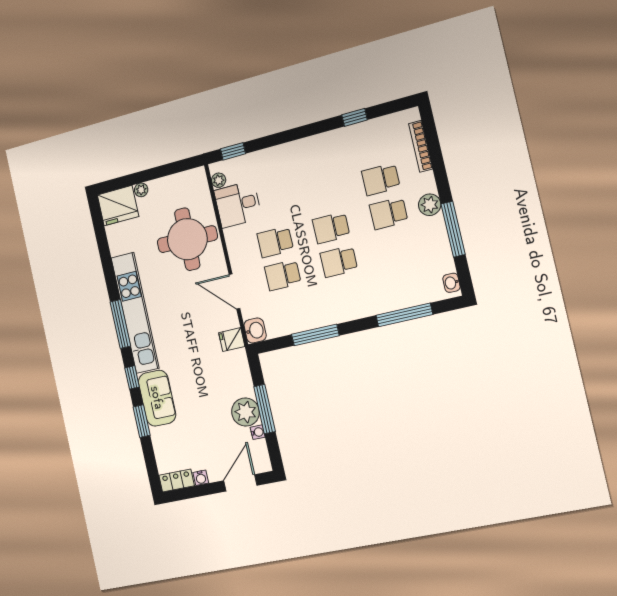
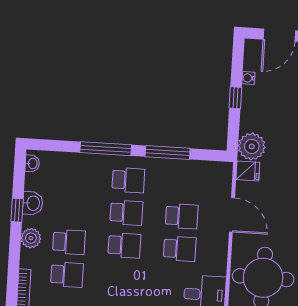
window: (453, 229) -> (17, 210), width x0.46
school desk: (346, 295) -> (128, 180), added
window: (404, 315) -> (106, 149), moved
washbasin: (255, 330) -> (33, 203), moved, turned 180
window: (265, 409) -> (235, 98), width x0.46
plant: (245, 412) -> (252, 146), moved

